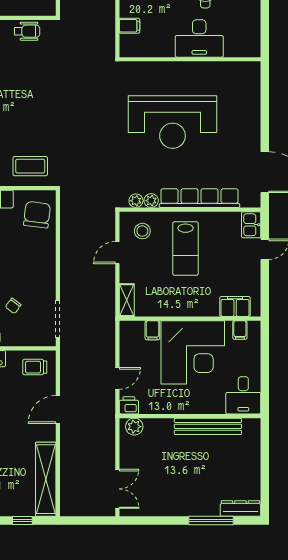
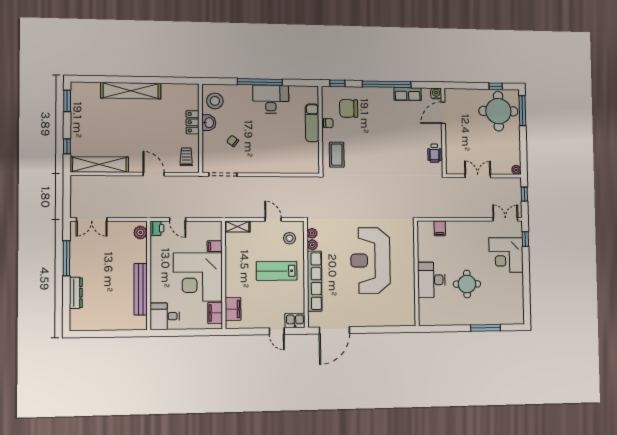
chair: (37, 215) -> (301, 159), removed
filing cabinet: (240, 330) -> (215, 313), width x2.00
dresser: (240, 509) -> (76, 293), moved
window: (211, 521) -> (66, 258), moved

